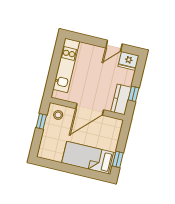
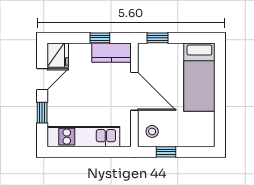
window: (90, 40) -> (42, 113), added
door: (114, 46) -> (42, 79), hinge flipped
window: (118, 159) -> (158, 38), moved

